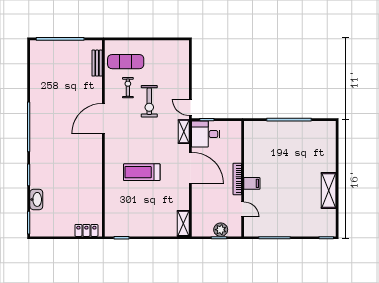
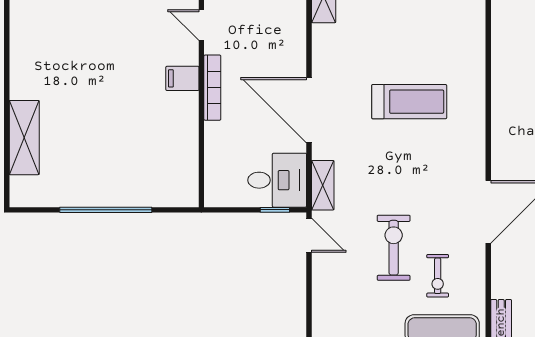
shelving: (329, 190) -> (24, 138), moved

